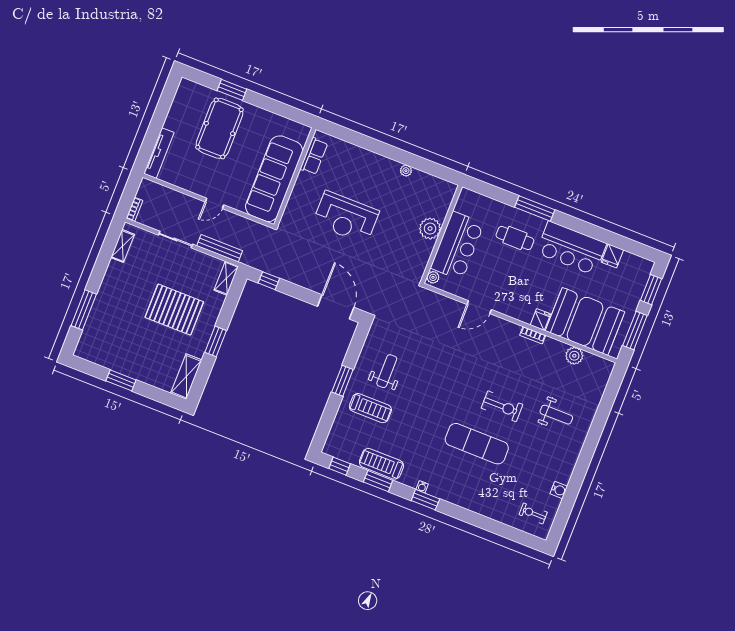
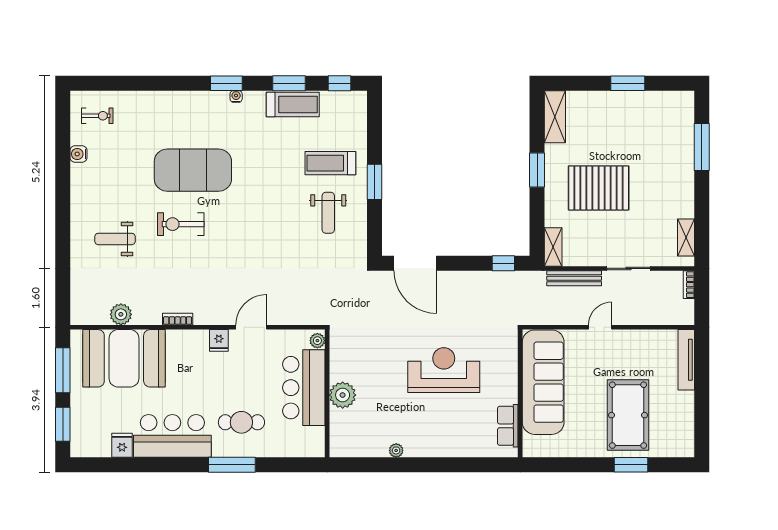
fridge: (540, 320) -> (219, 340), moved
exercise mat: (477, 444) -> (193, 170), width x1.47

